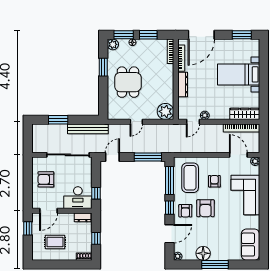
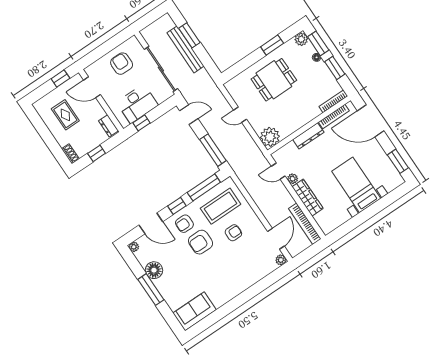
wardrobe: (245, 114) -> (308, 198), moved
bench: (88, 129) -> (185, 49), moved
corner sofa: (245, 195) -> (241, 273), removed
desk: (78, 198) -> (137, 104), moved, turned -90

